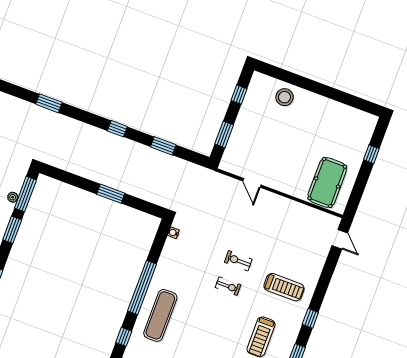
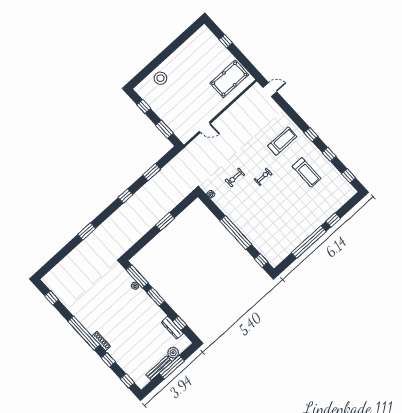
pool table: (327, 182) -> (229, 79), turned 90
exercise bike: (238, 261) -> (235, 177), moved
exercise mat: (160, 315) -> (260, 230), removed

